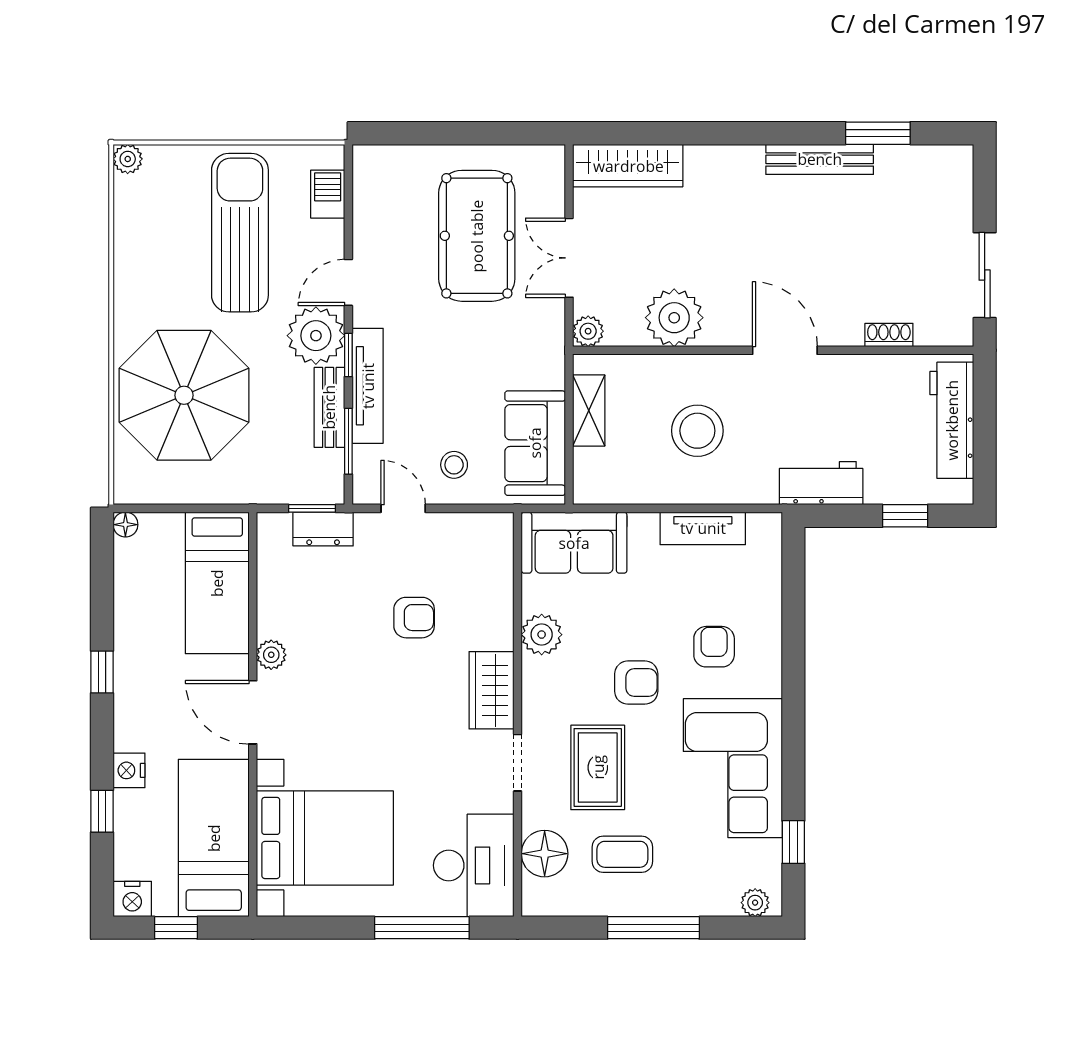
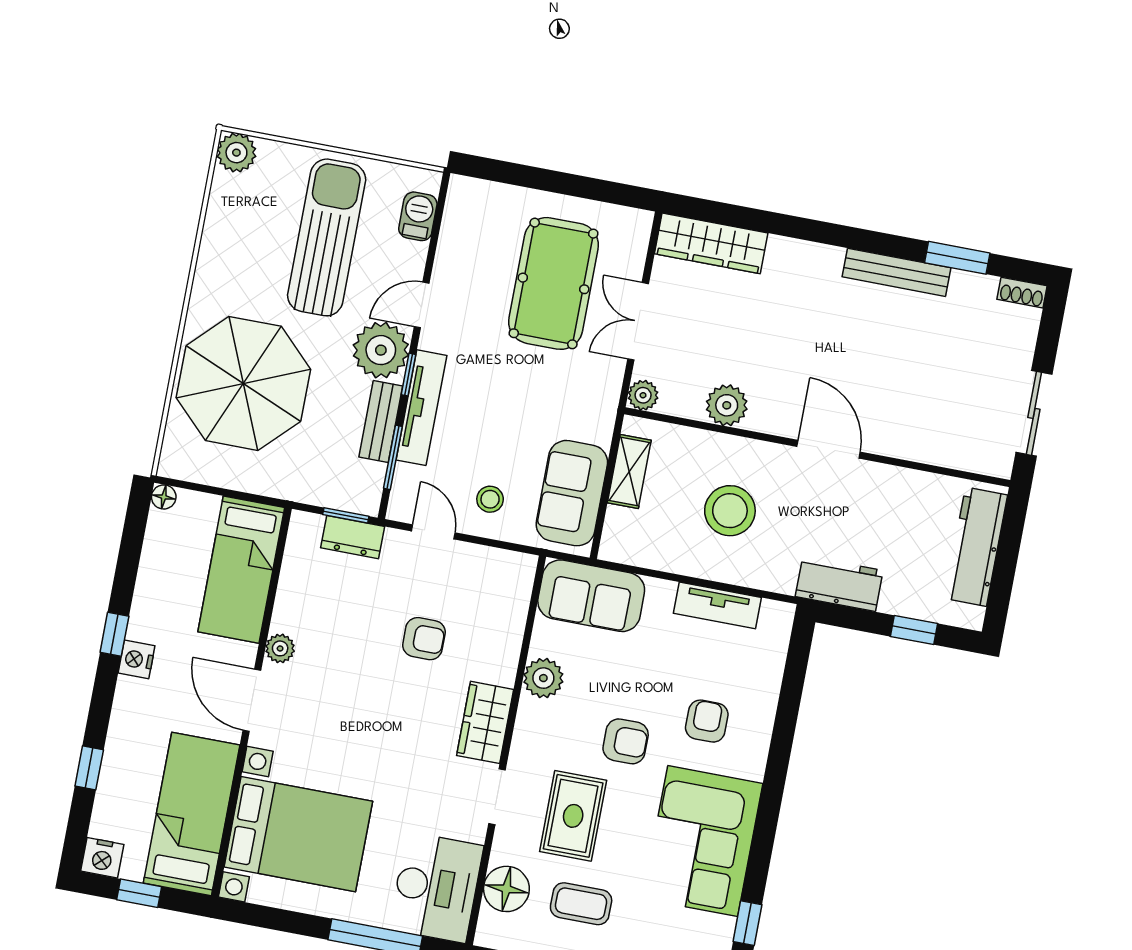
plant: (128, 159) -> (236, 153), width x1.38, depth x1.38
plant: (674, 318) -> (727, 405), width x0.73, depth x0.73
shoe rack: (889, 335) -> (1022, 293), moved, turned 180
nightstand: (129, 770) -> (136, 659), moved

